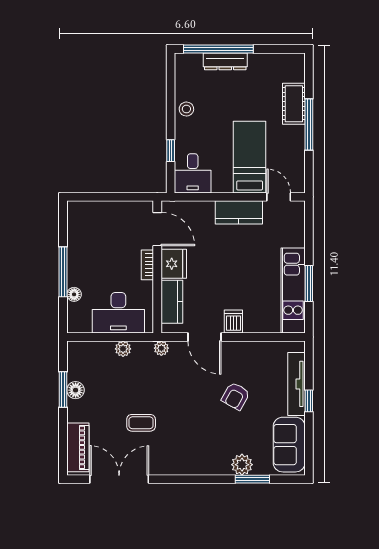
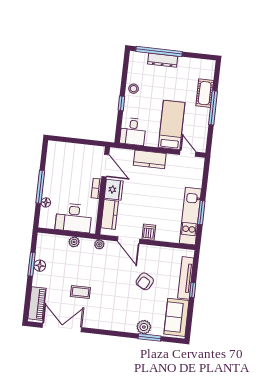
window: (171, 151) -> (121, 103), moved
kitchen counter: (239, 212) -> (150, 159), moved

